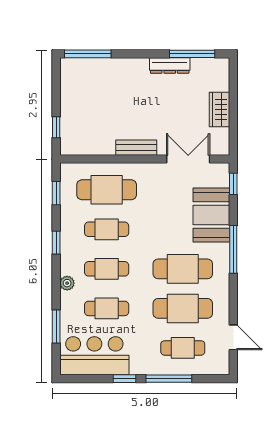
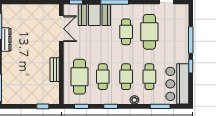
wardrobe: (220, 110) -> (32, 10), removed
bench: (136, 148) -> (55, 70), moved
double door: (188, 159) -> (61, 29), swing flipped
cafe table: (183, 269) -> (126, 32), width x0.73, depth x0.74
cafe table: (183, 348) -> (173, 32), removed

